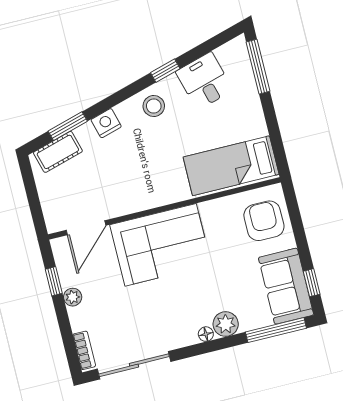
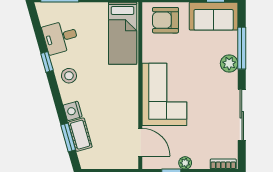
cot: (58, 152) -> (80, 135), moved
window: (276, 330) -> (242, 48), moved
floor lamp: (206, 334) -> (233, 79), removed
sliding door: (134, 365) -> (242, 115), moved

